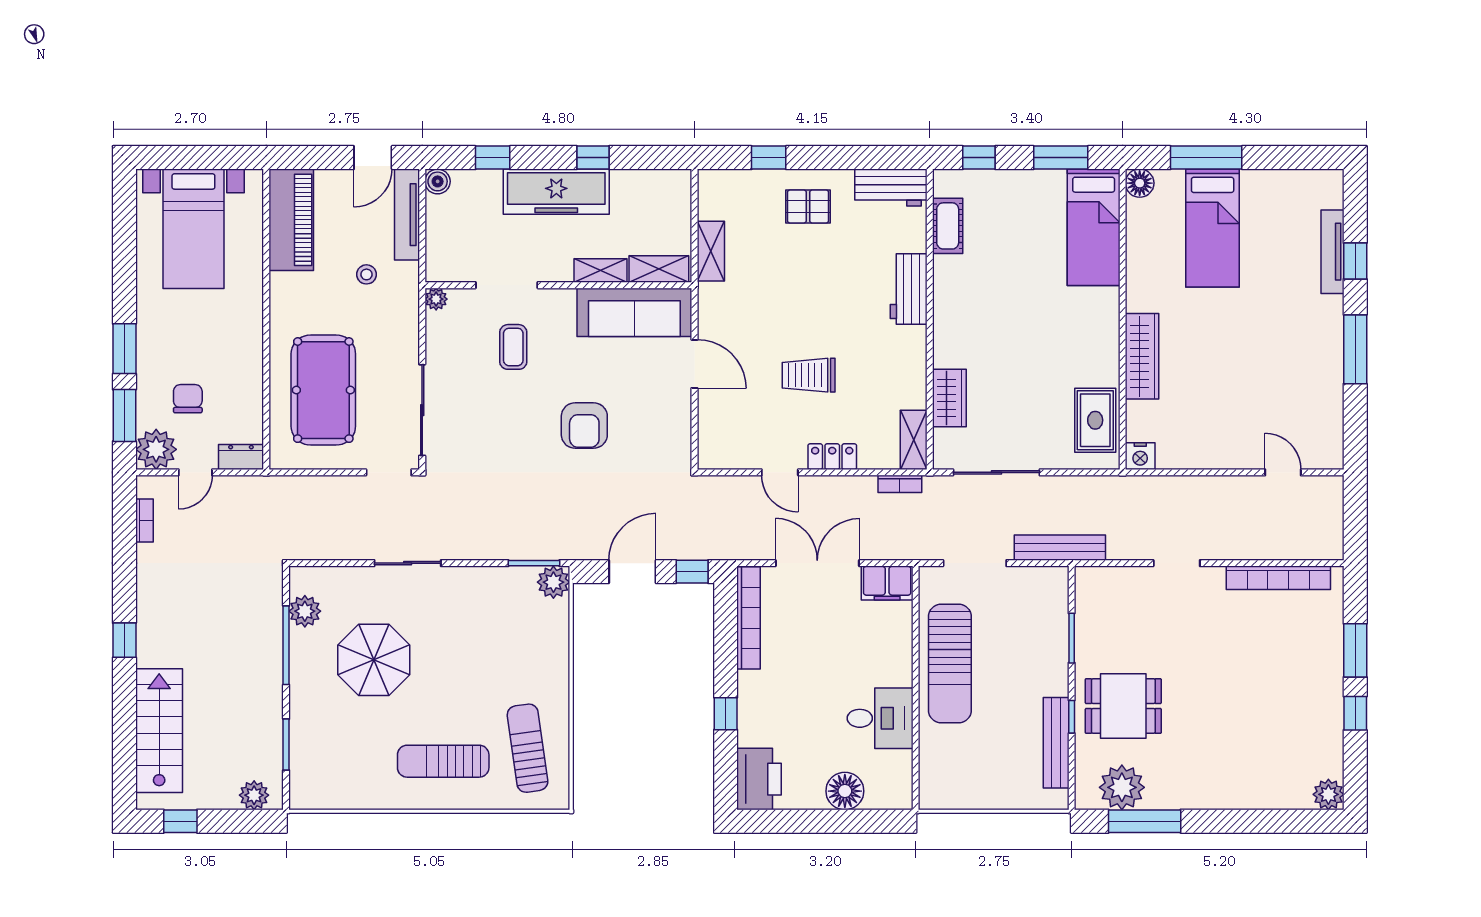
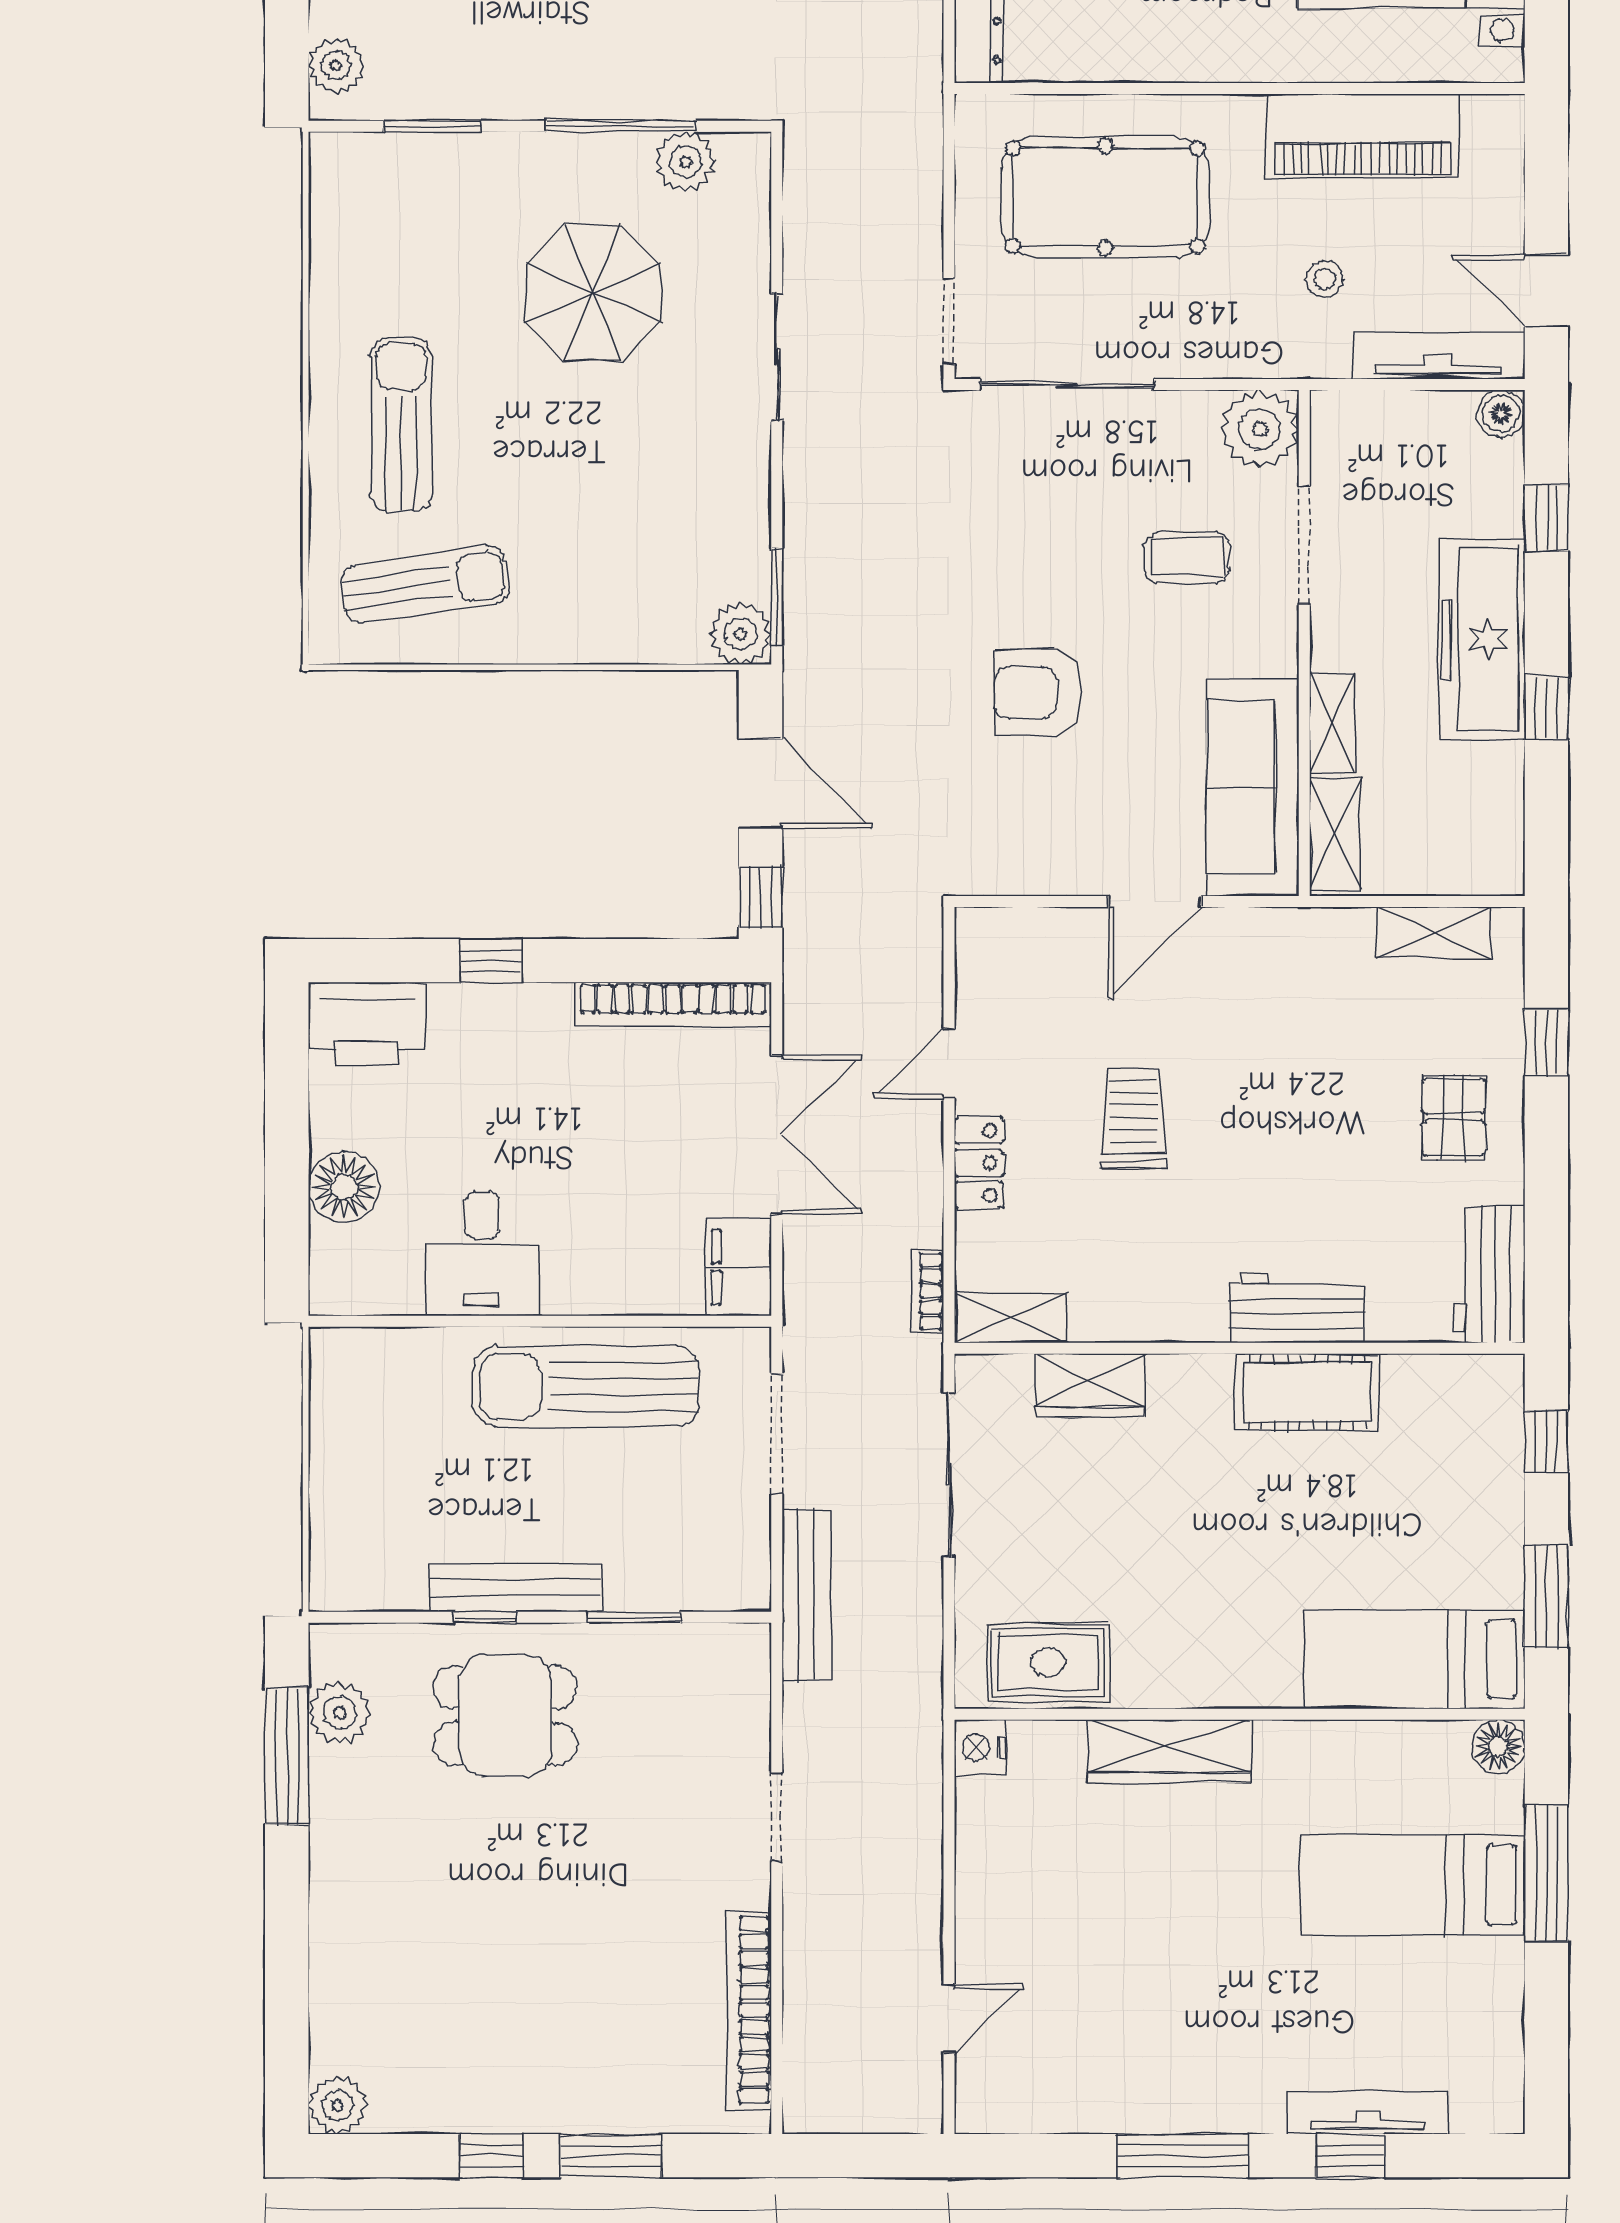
piano: (291, 220) -> (1362, 136), moved
cot: (948, 226) -> (1307, 1392), moved, width x1.37, depth x1.34
shelving: (711, 251) -> (1434, 932), moved
plant: (436, 299) -> (1260, 429), width x1.87, depth x1.87
dining table: (1123, 706) -> (505, 1715), turned 90
bench: (1056, 743) -> (515, 1588), moved
plant: (1122, 787) -> (340, 1713), width x0.73, depth x0.73

